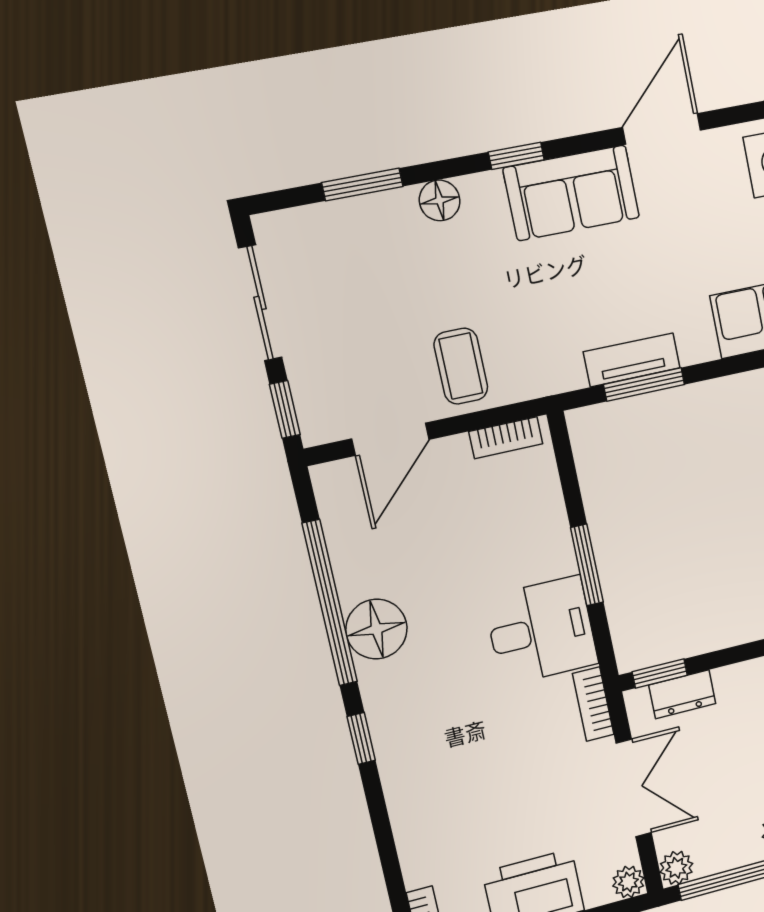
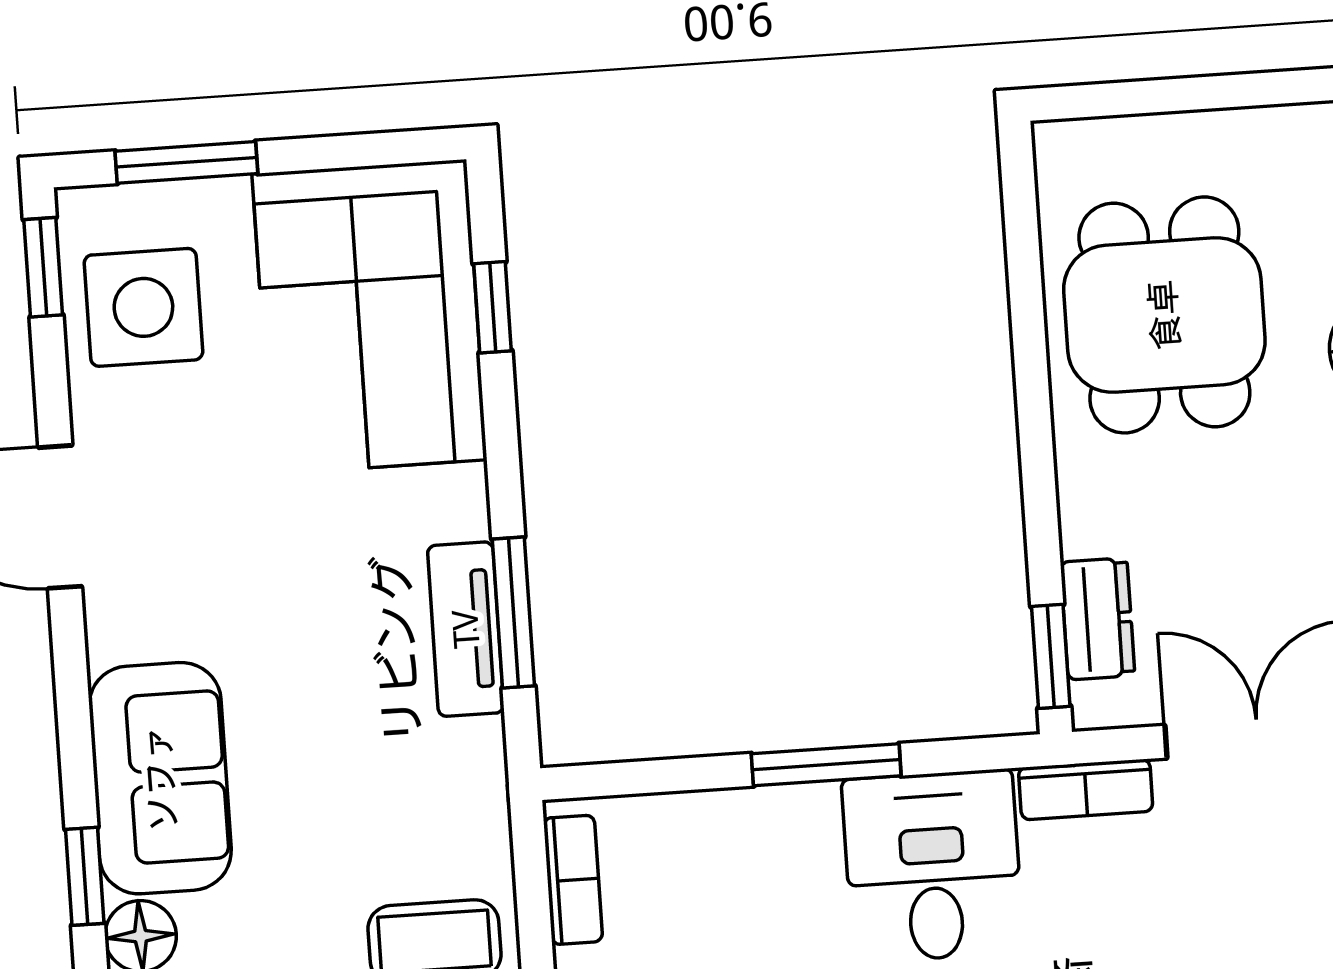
window: (516, 156) -> (85, 876), moved
sofa: (572, 193) -> (160, 778), moved

